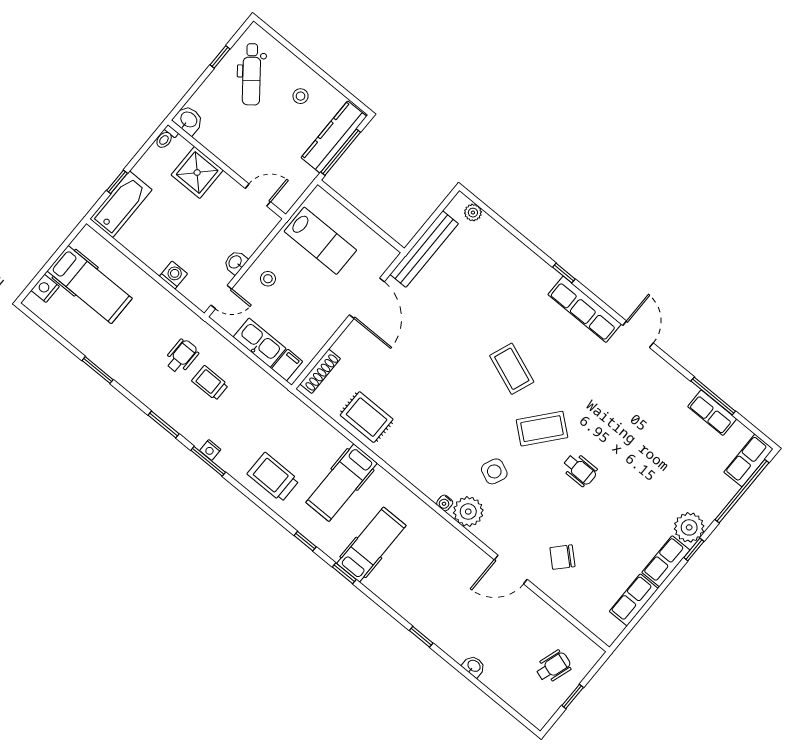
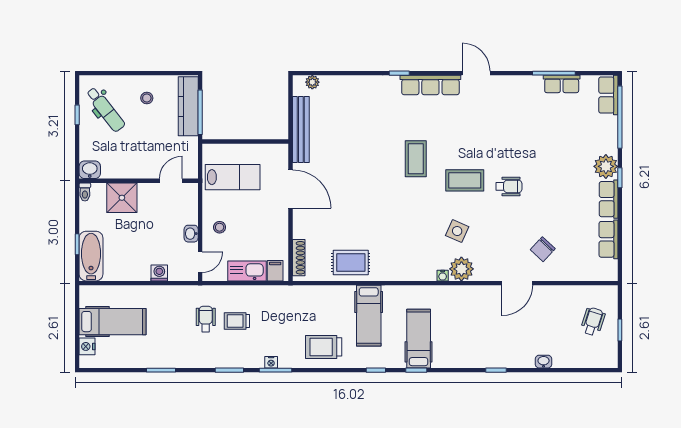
coffee table: (512, 369) -> (416, 159), turned 69
coffee table: (542, 429) -> (465, 180), turned 50

